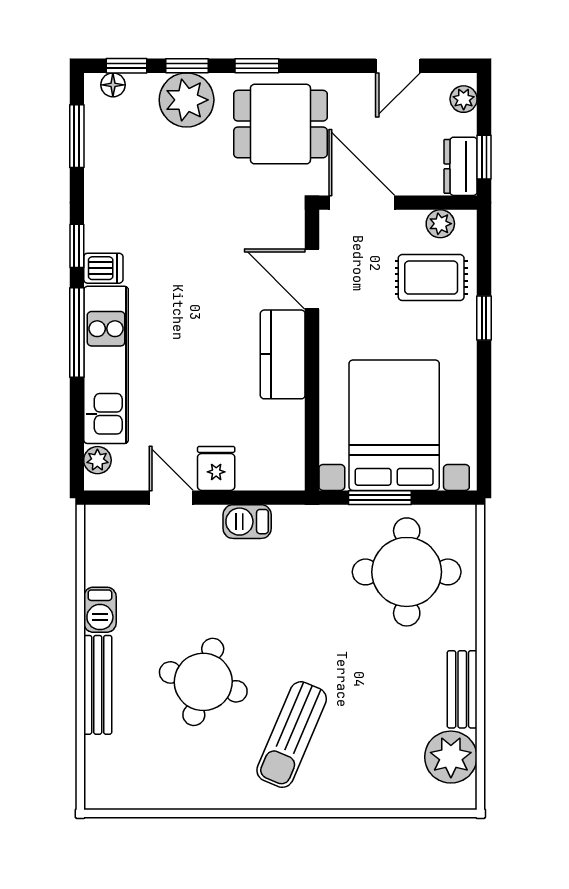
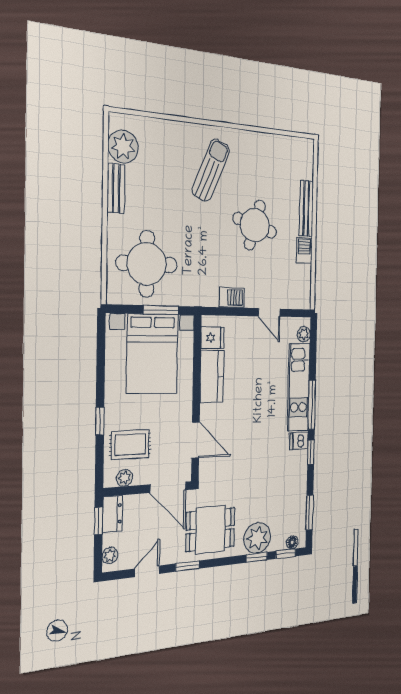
window: (257, 66) -> (187, 566), moved
kitchen counter: (283, 354) -> (212, 376), moved
fridge: (216, 468) -> (213, 338), moved, turned -90
round table: (203, 682) -> (255, 225), moved

